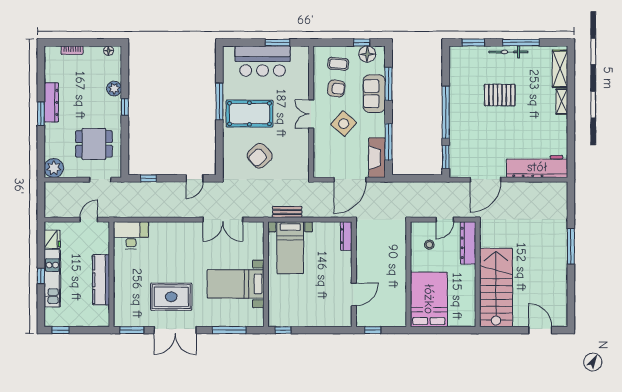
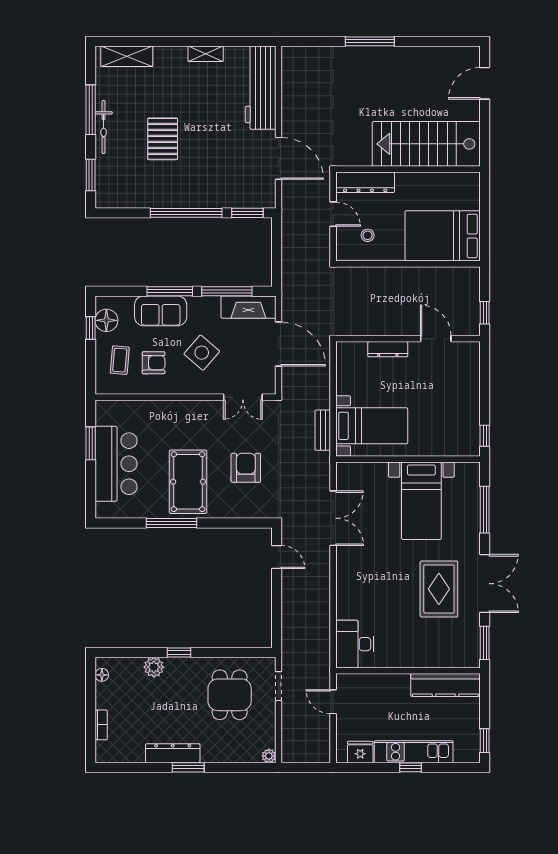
window: (388, 84) -> (170, 291), moved
armchair: (336, 88) -> (154, 363), turned 82
shelving: (562, 102) -> (206, 54), moved
double door: (311, 114) -> (243, 397), moved
armchair: (260, 156) -> (246, 468), turned -138
plant: (54, 168) -> (269, 756), width x0.53, depth x0.53
window: (148, 178) -> (277, 620), removed
dresser: (346, 236) -> (388, 349), moved
kitchen counter: (101, 280) -> (445, 685), moved

